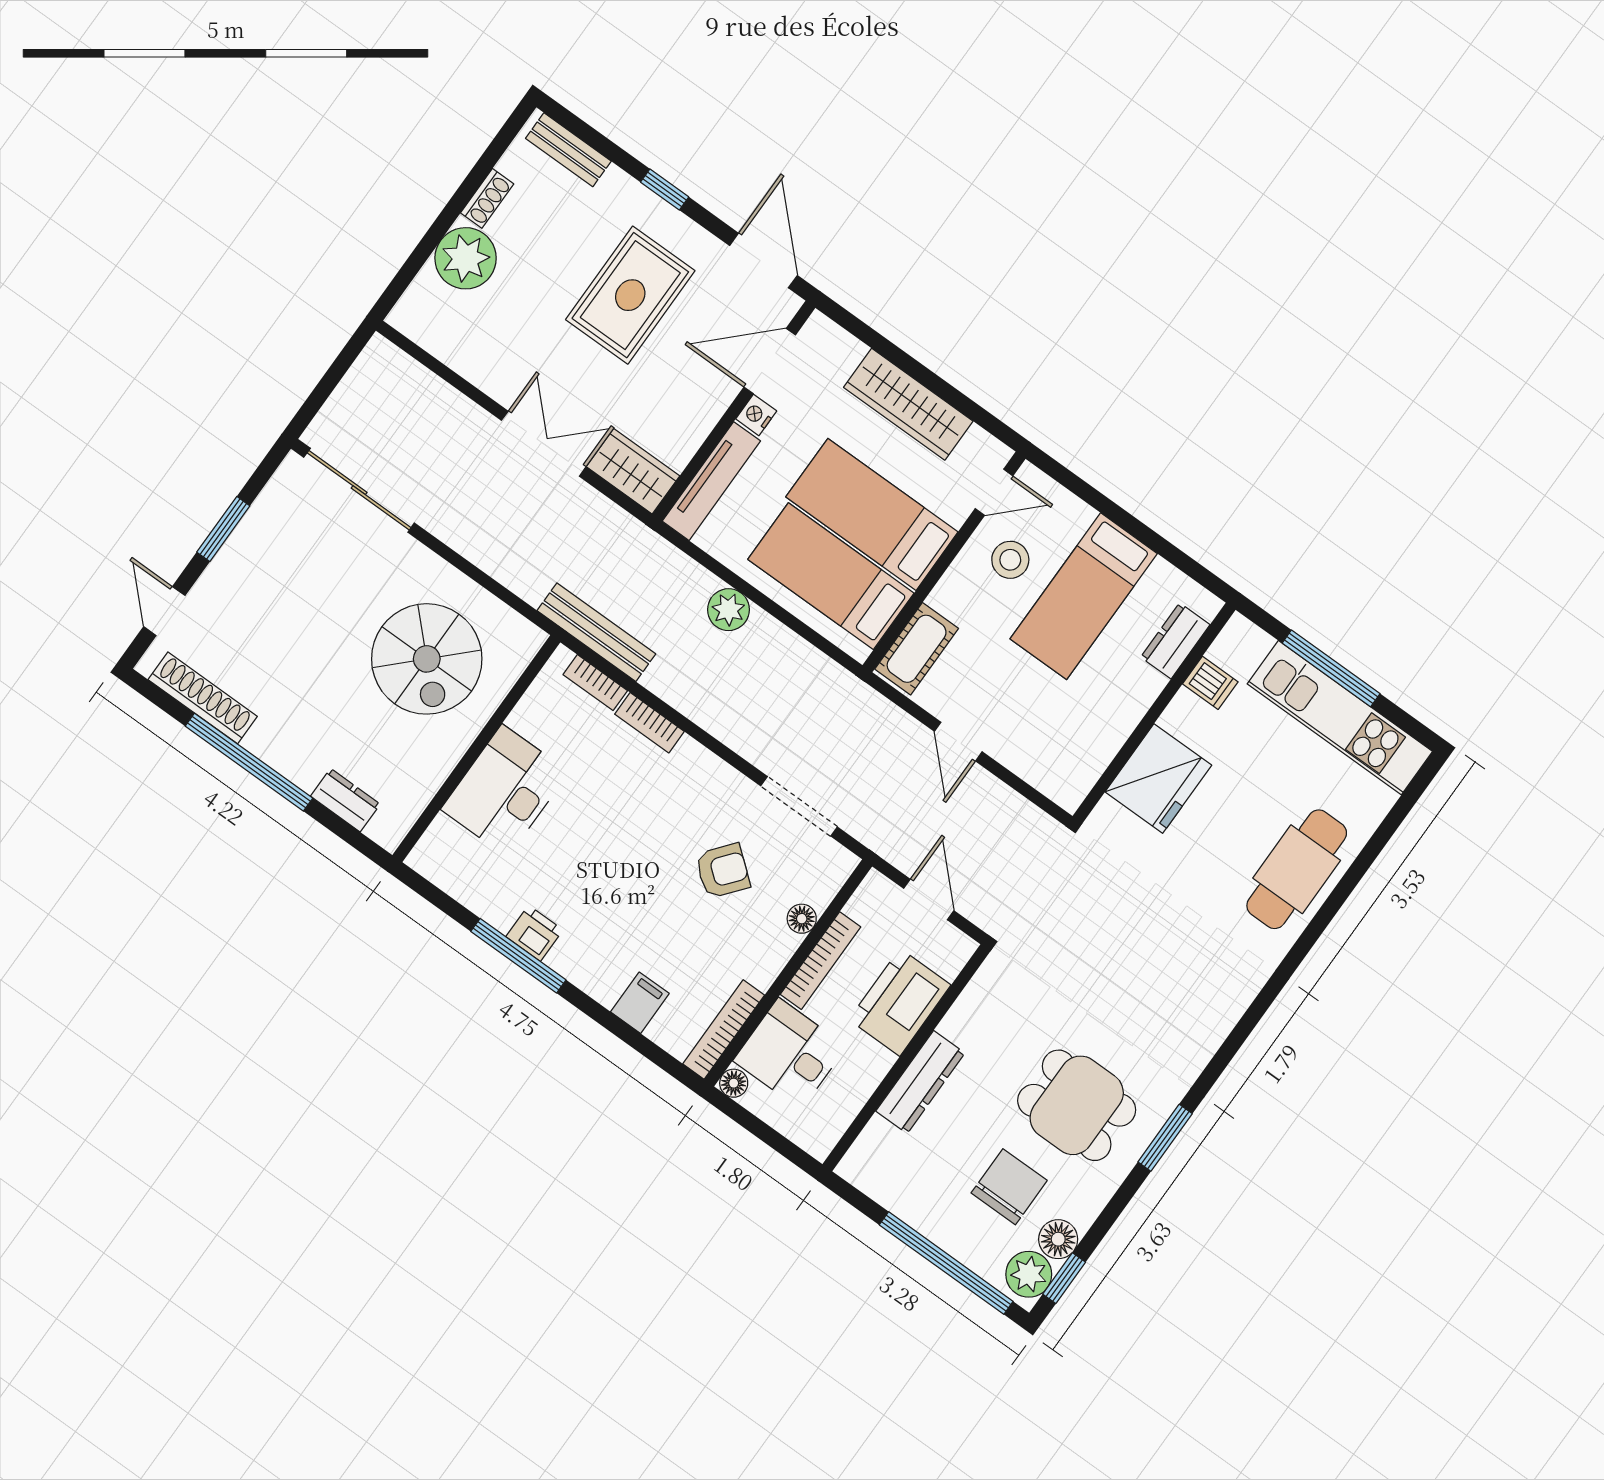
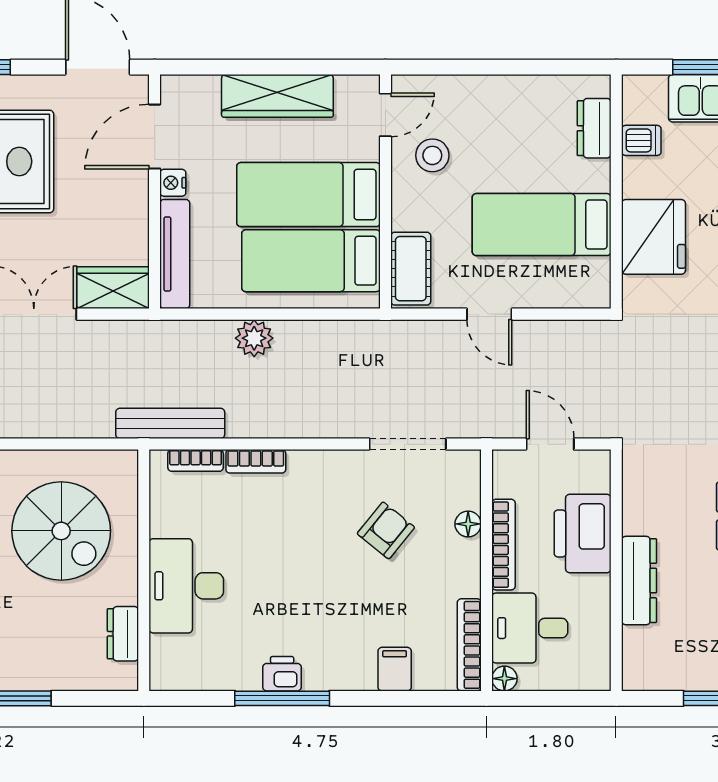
bed: (1084, 596) -> (542, 225), moved, turned 90
dresser: (345, 800) -> (123, 634), moved, turned -90

